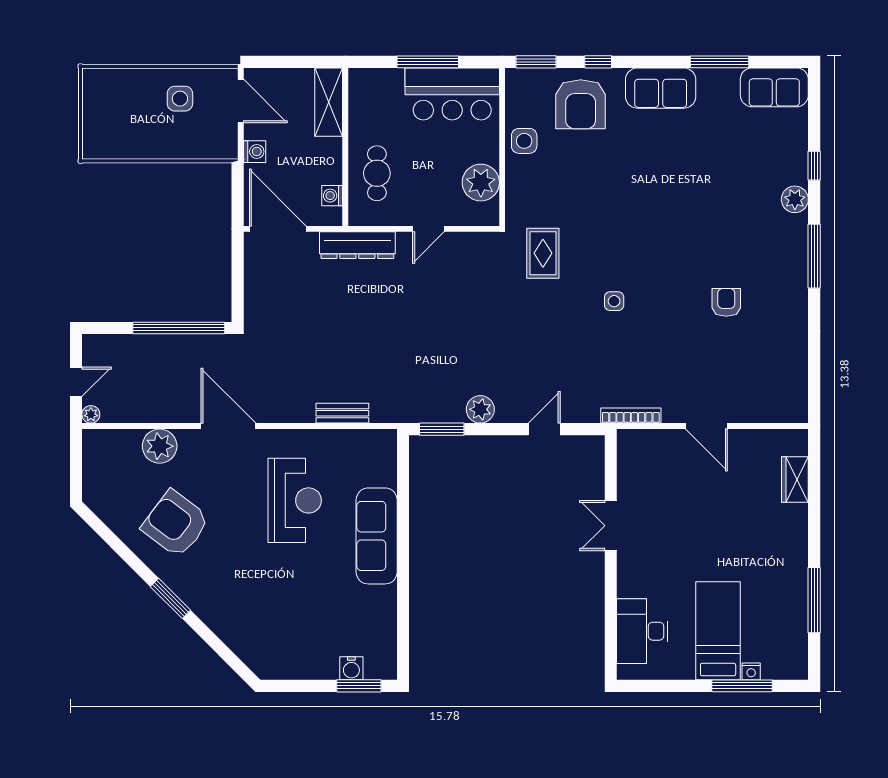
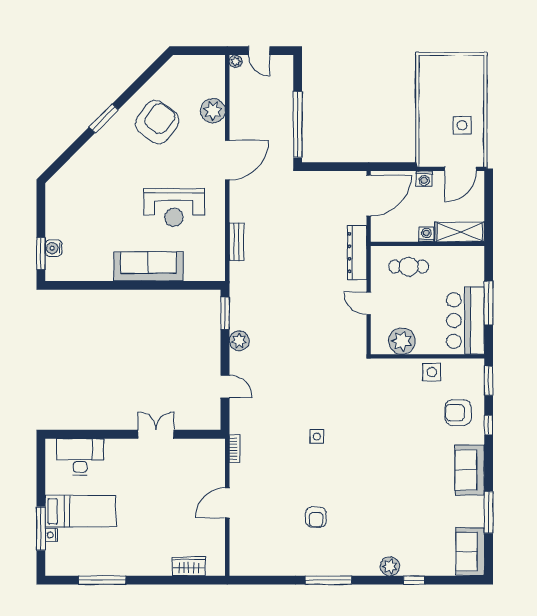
armchair: (581, 104) -> (458, 413), width x0.73, depth x0.73
washing machine: (332, 196) -> (426, 234), moved
rug: (543, 253) -> (351, 386), removed
window: (814, 256) -> (328, 580), moved
armchair: (726, 302) -> (316, 517), turned 90
bookcase: (631, 416) -> (235, 449), width x0.64

